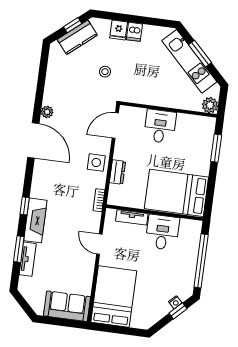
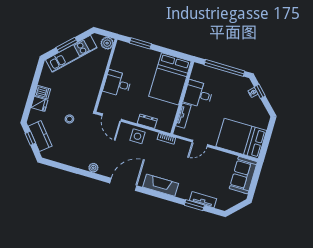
door: (33, 140) -> (123, 184), moved
window: (25, 206) -> (162, 196), removed
fireplace: (35, 220) -> (161, 185), moved

